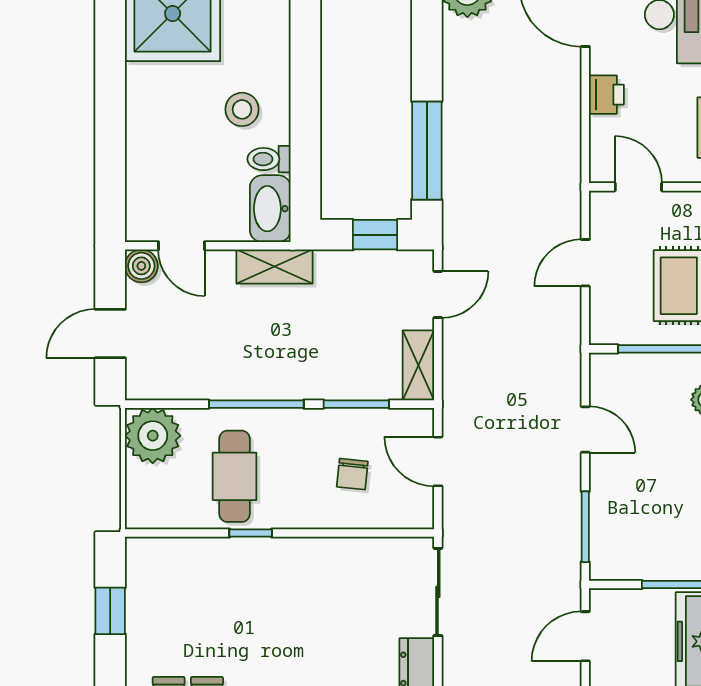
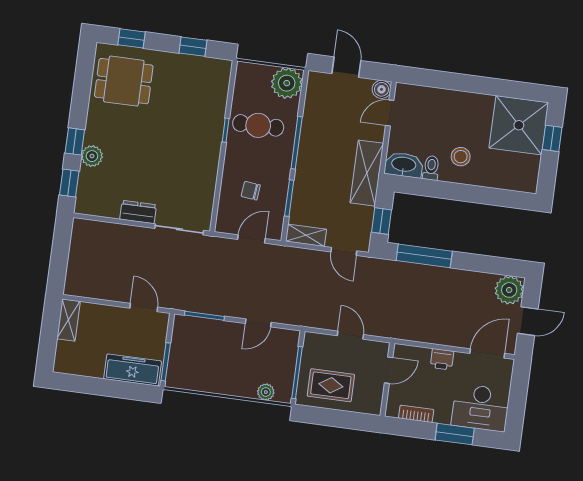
shelving: (275, 267) -> (367, 173), width x1.50, depth x1.33

